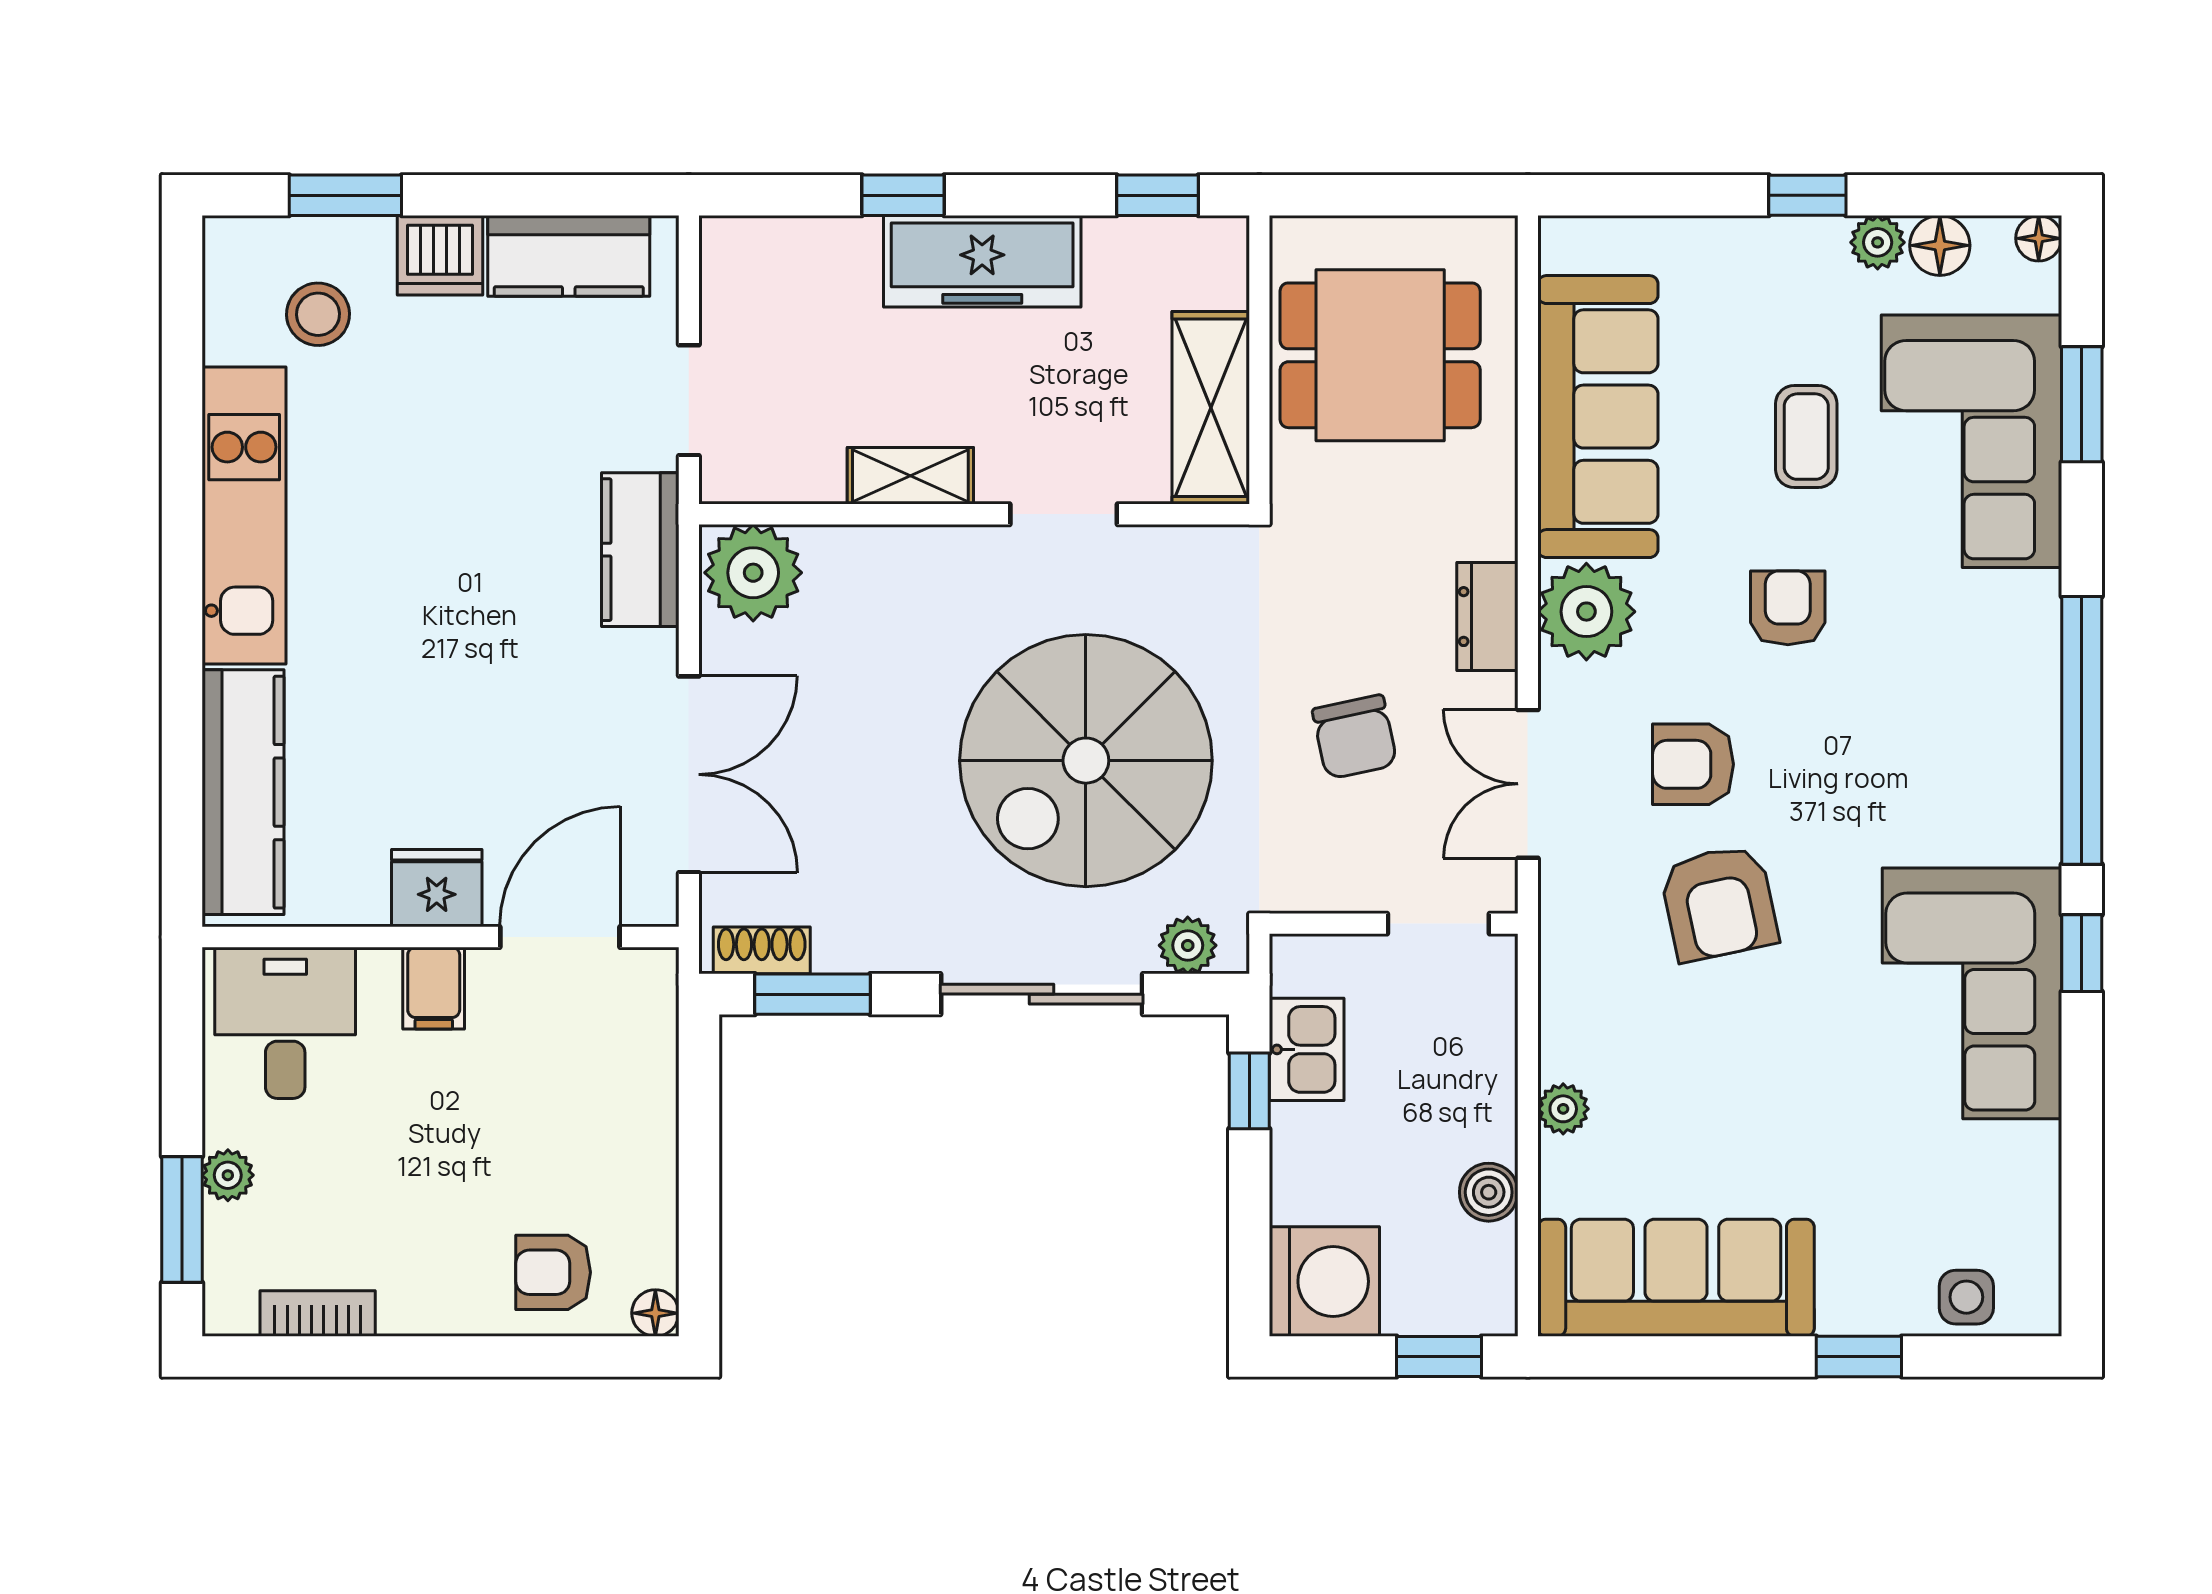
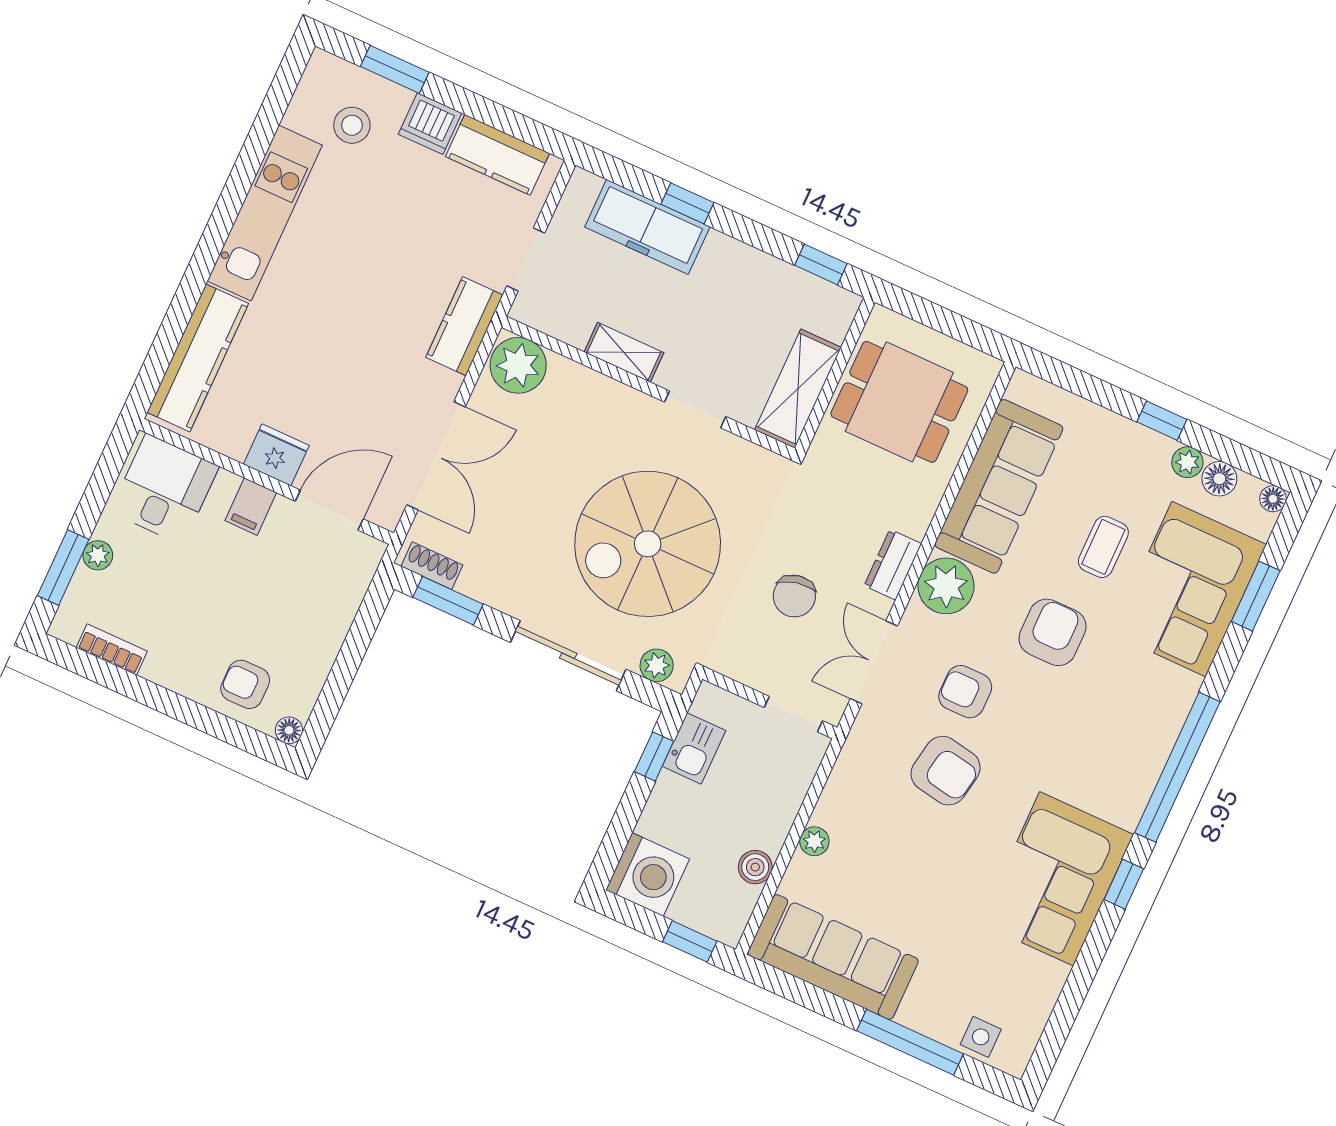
freezer: (982, 261) -> (647, 227), moved
armchair: (1788, 608) -> (1053, 632), width x1.38, depth x1.38
armchair: (1719, 903) -> (946, 771), turned -68
window: (1859, 1357) -> (910, 1042), width x2.17

